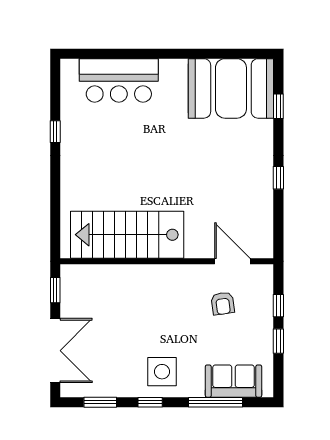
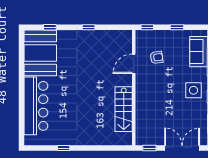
bar counter: (119, 80) -> (36, 106), width x1.36
stairs: (127, 235) -> (124, 109), width x0.73, depth x0.66
door: (232, 261) -> (134, 64), moved
window: (278, 306) -> (147, 27), moved

